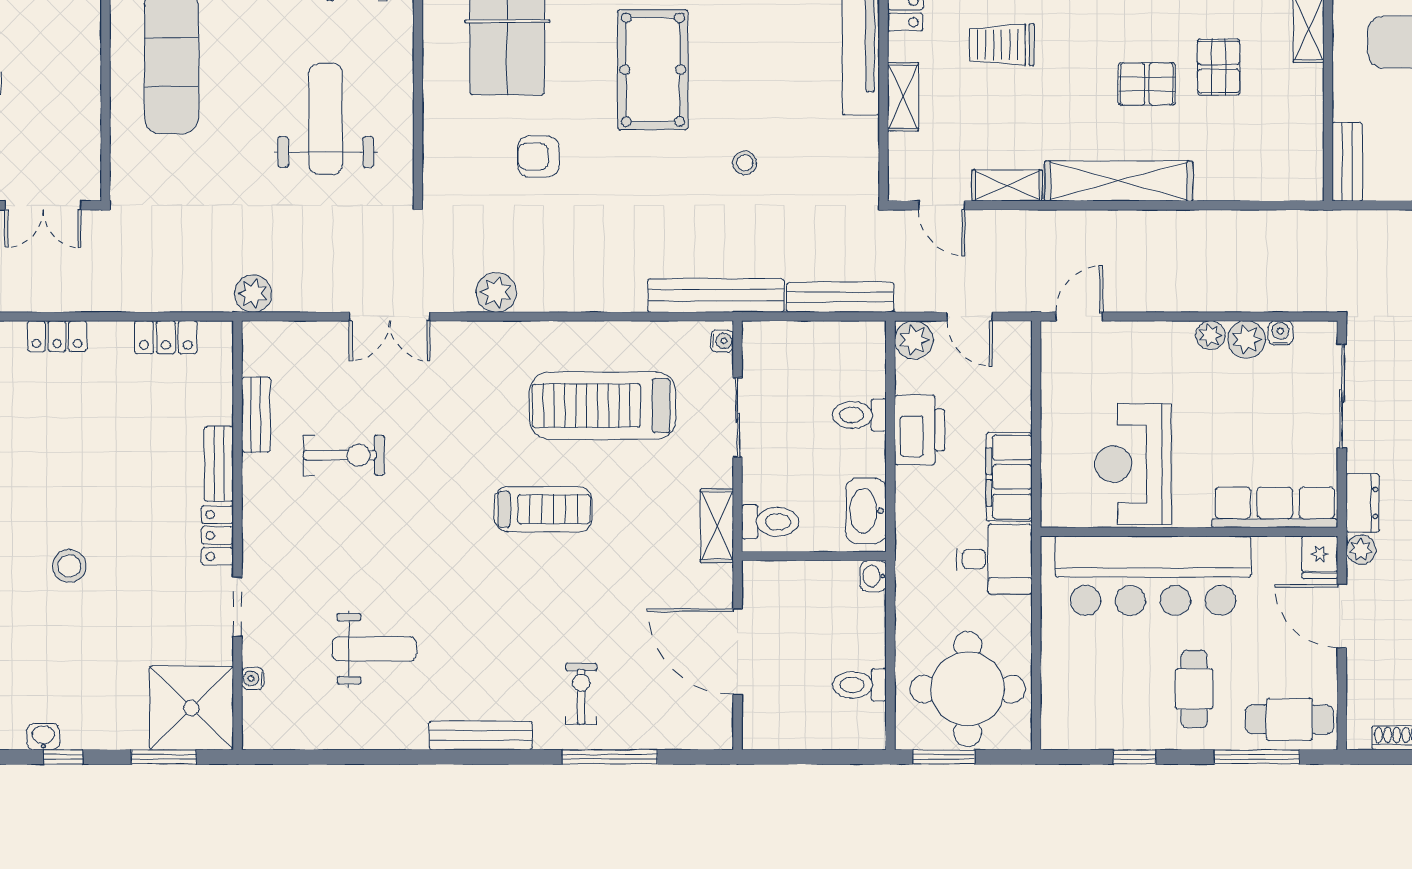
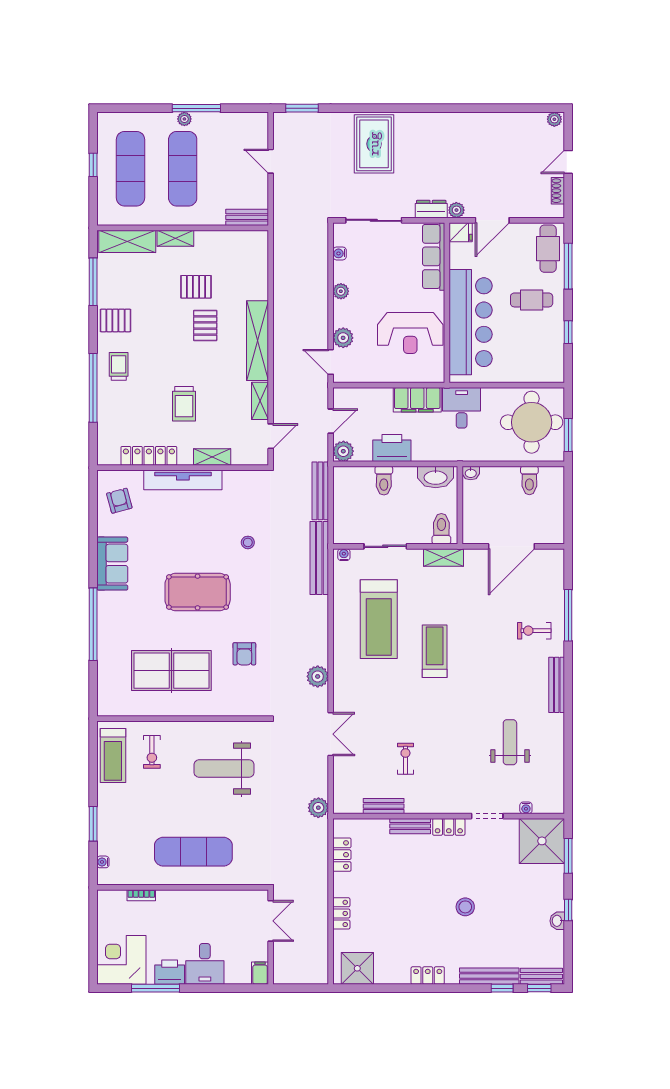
plant: (1246, 339) -> (343, 338), moved
exercise bike: (344, 455) -> (405, 759), width x0.73, depth x0.72

